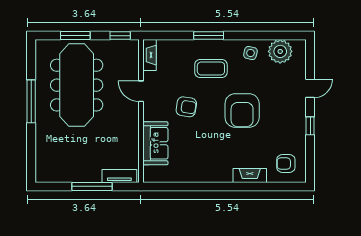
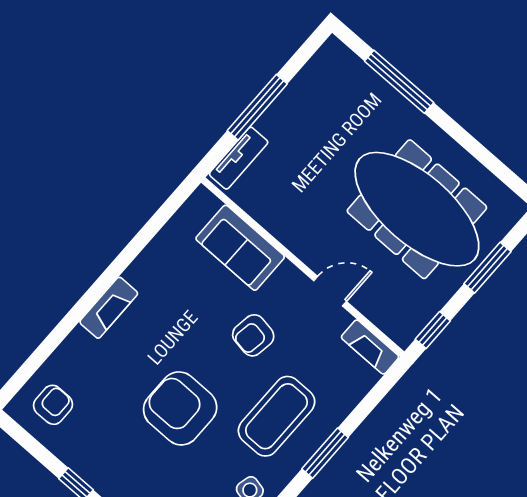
coffee table: (211, 68) -> (277, 416), width x1.36, depth x1.32
window: (31, 101) -> (399, 82), moved
fireplace: (250, 175) -> (109, 308), moved

